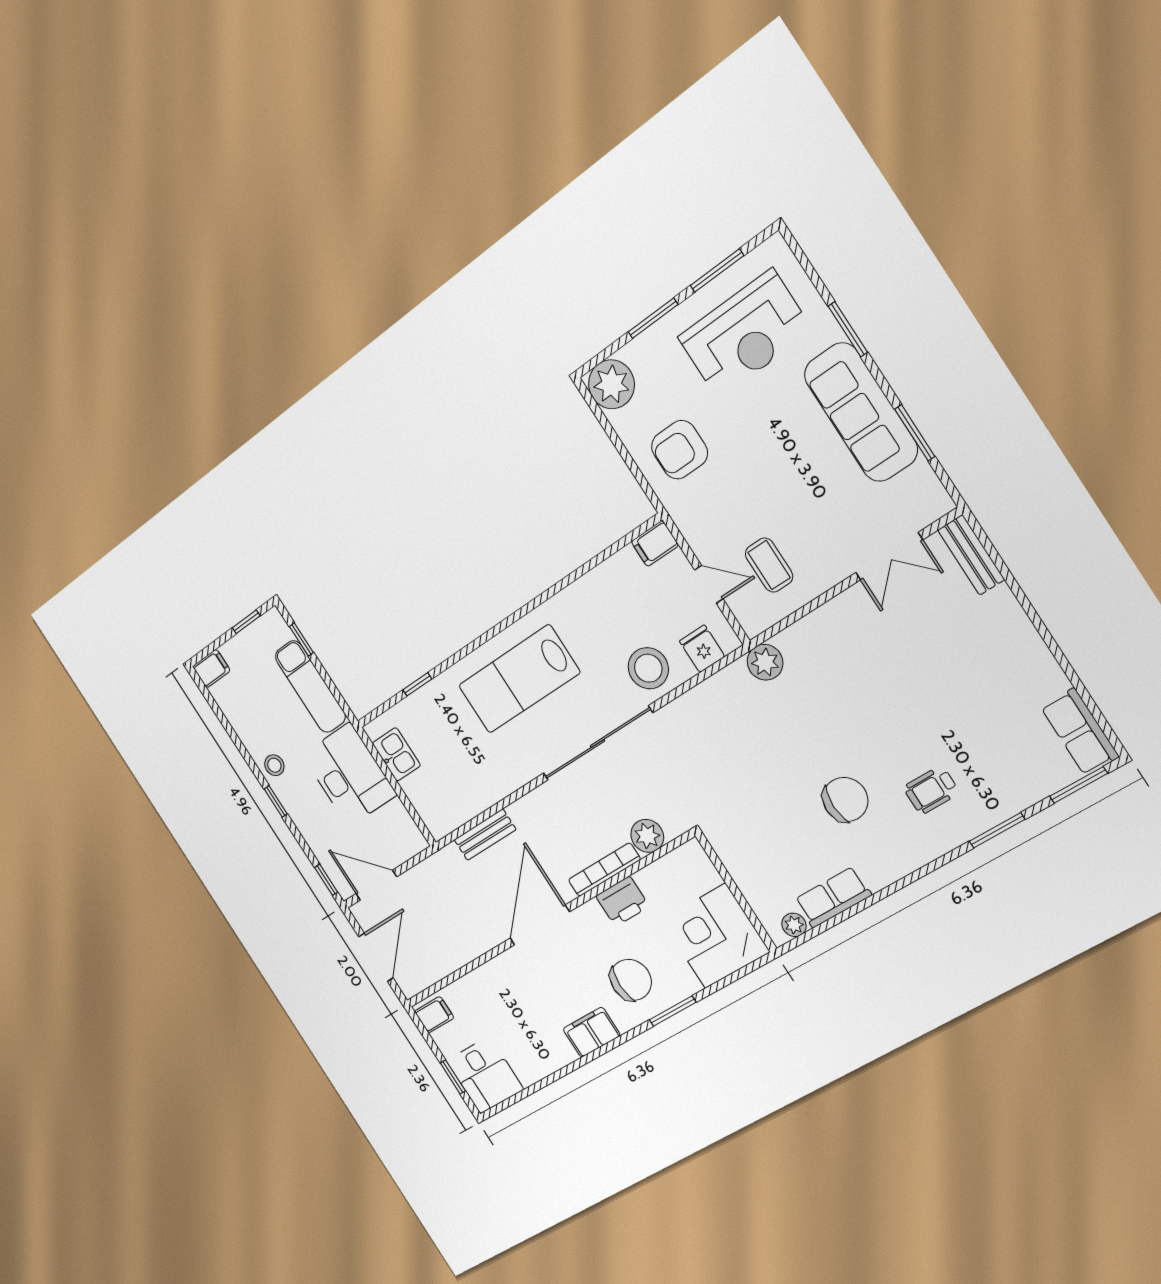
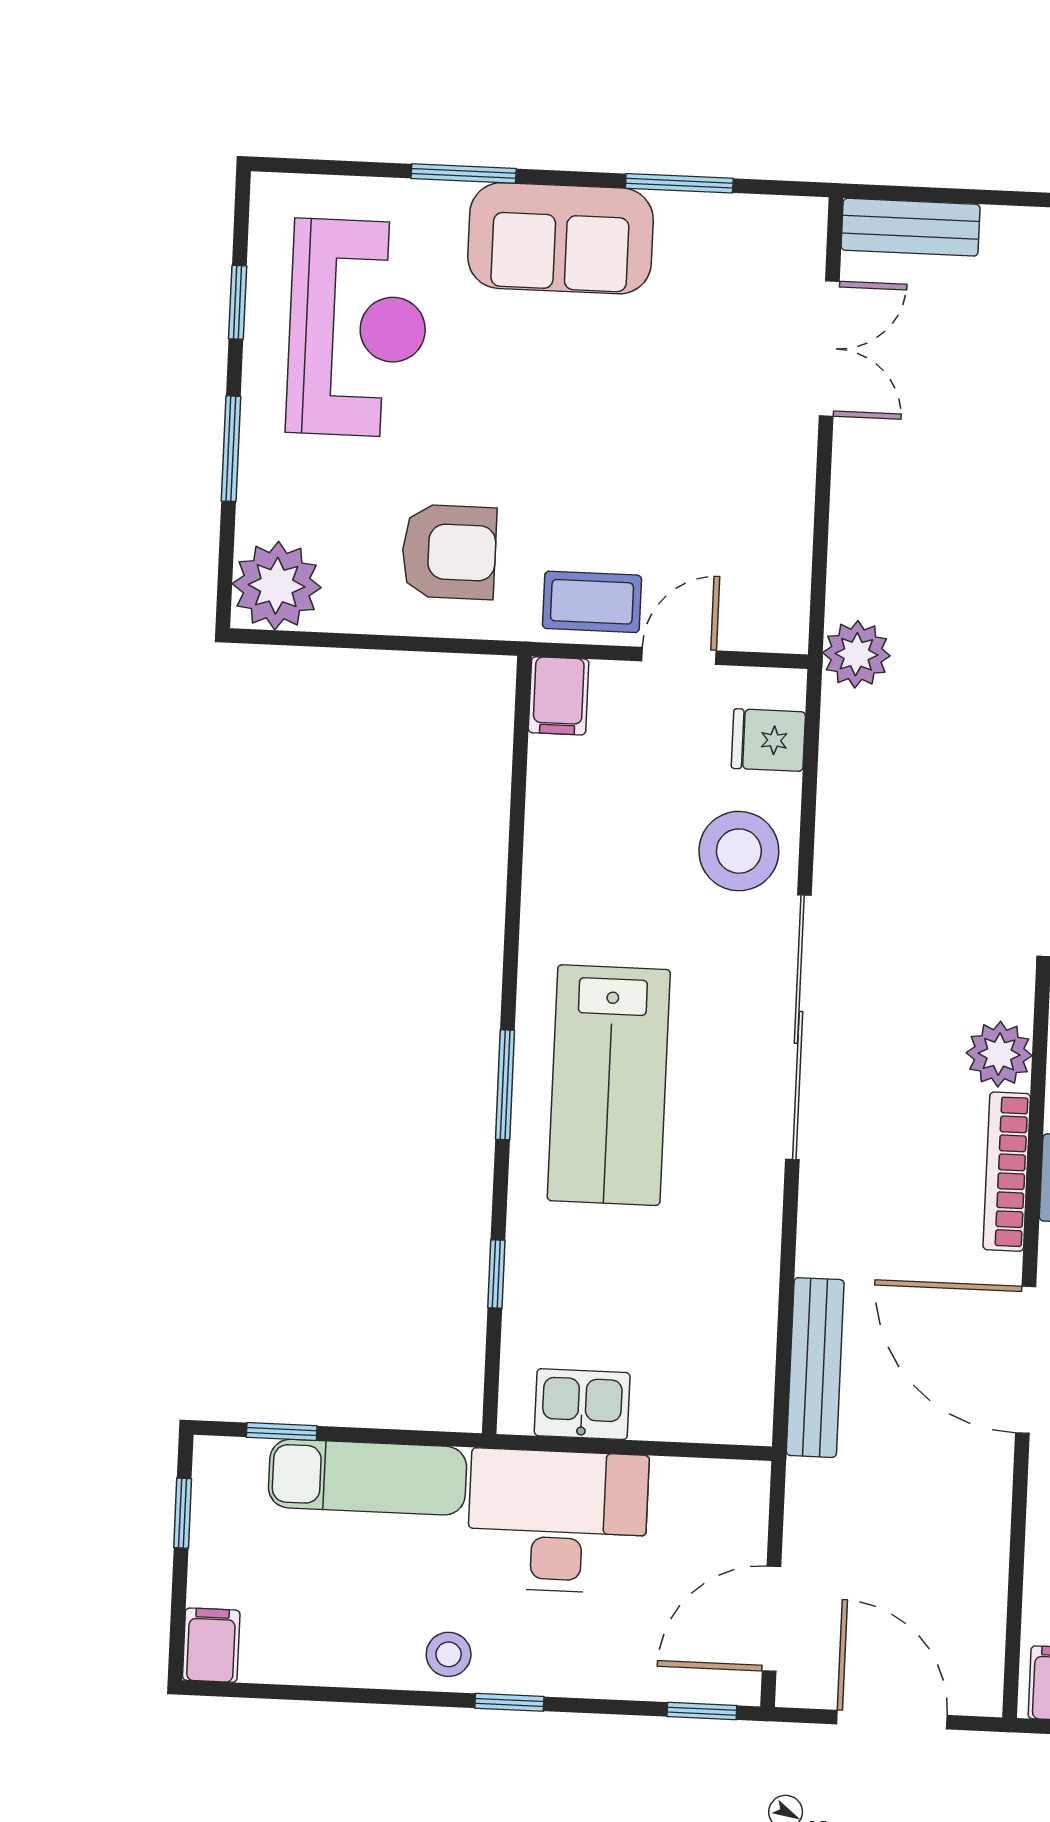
window: (717, 271) -> (238, 302), width x0.67
sofa: (861, 412) -> (561, 238), width x0.73
armchair: (679, 450) -> (449, 552), turned -90
coffee table: (769, 565) -> (592, 602), moved
window: (488, 635) -> (505, 1085), added
bench: (485, 835) -> (815, 1368), width x1.36

